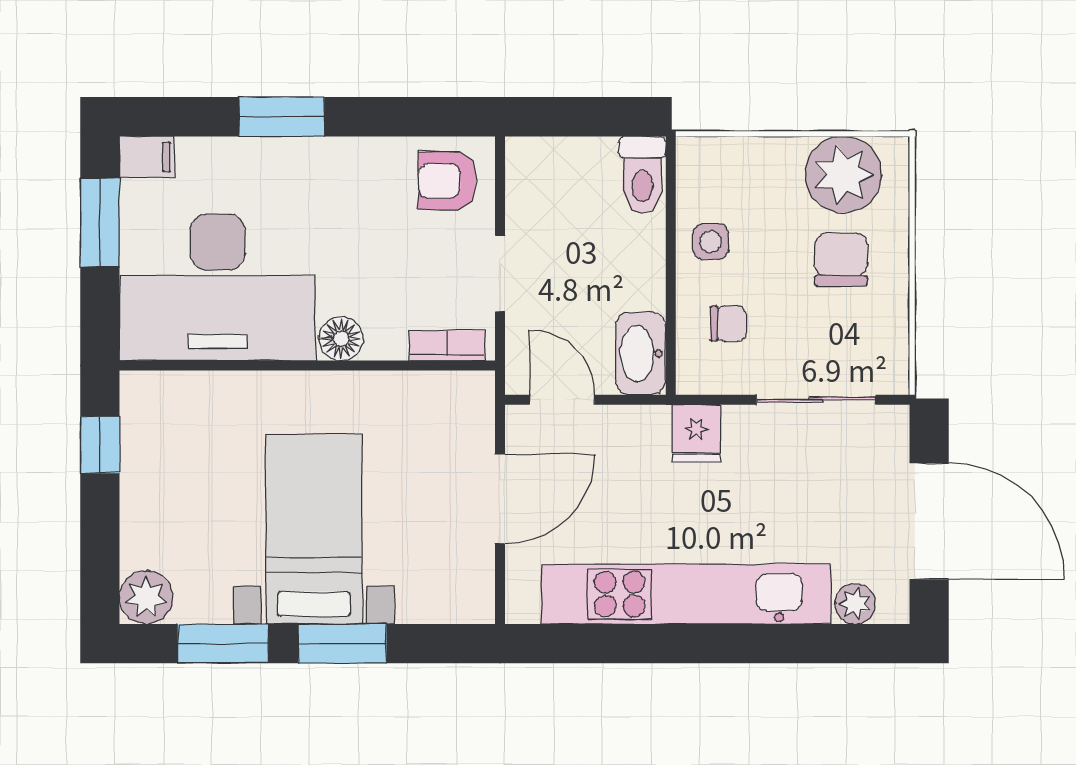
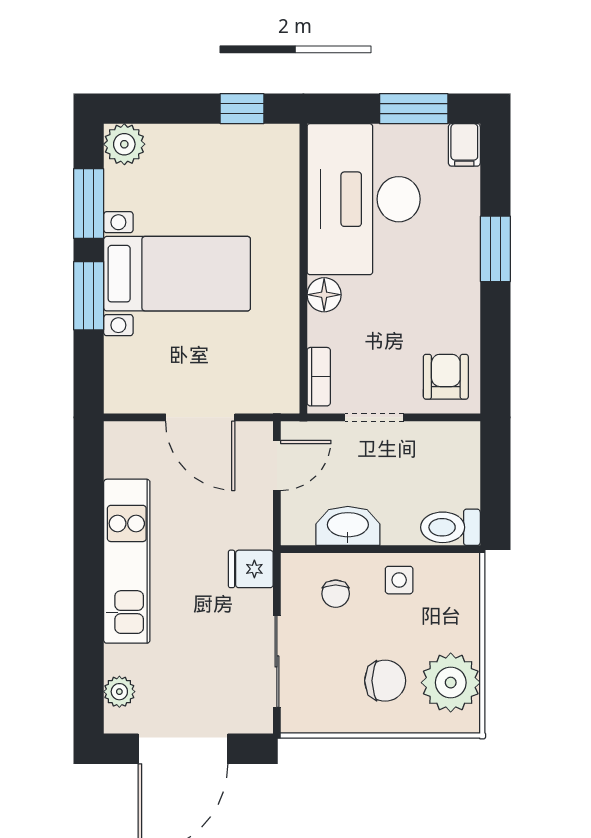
washbasin: (640, 353) -> (348, 526), moved
kitchen unit: (686, 594) -> (127, 561), width x0.73

